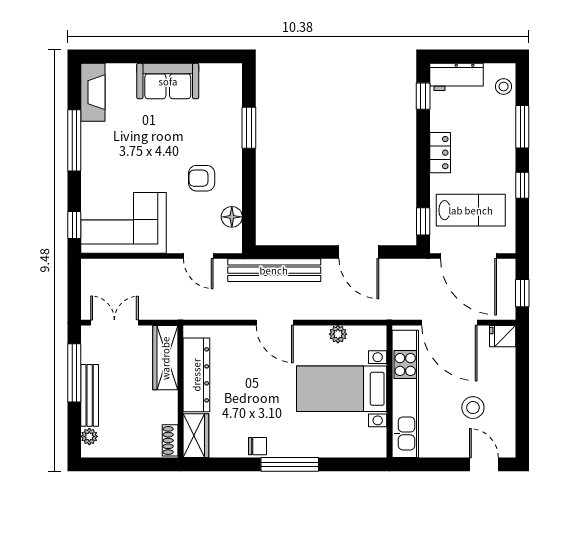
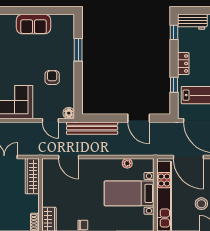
armchair: (202, 178) -> (52, 78), turned 90
floor lamp: (232, 217) -> (69, 113), moved
window: (423, 221) -> (174, 85), moved
door: (275, 323) -> (69, 157), moved
dresser: (196, 375) -> (49, 186), removed

